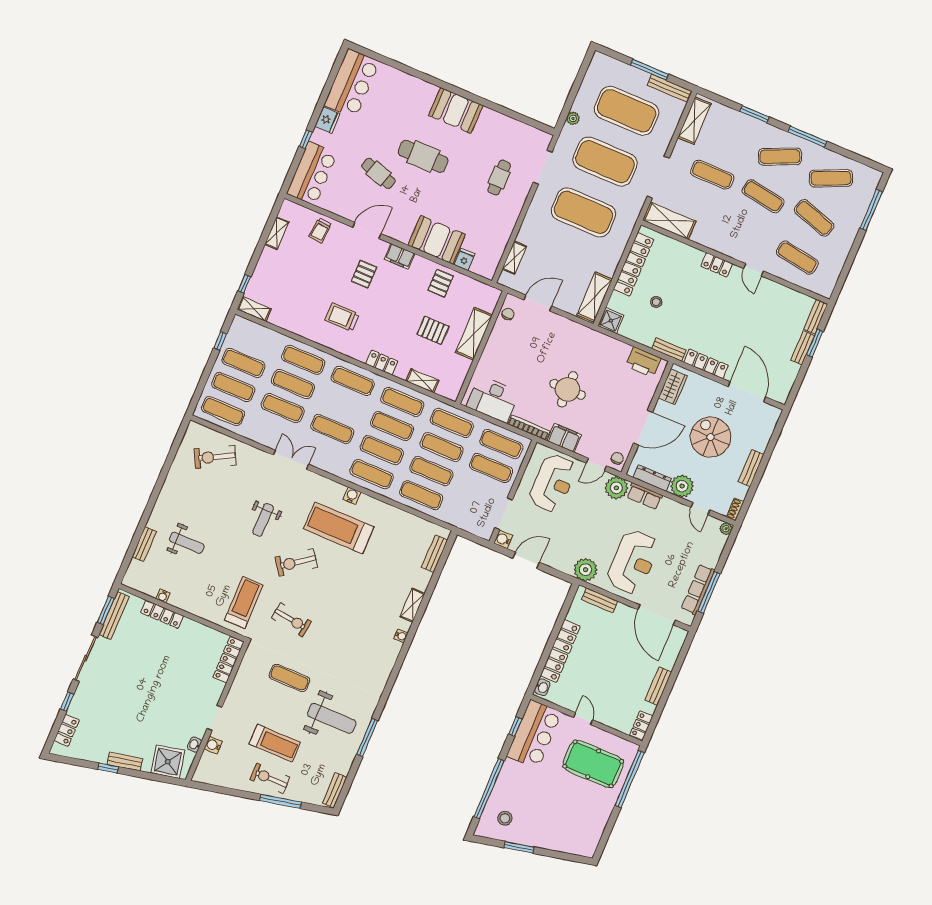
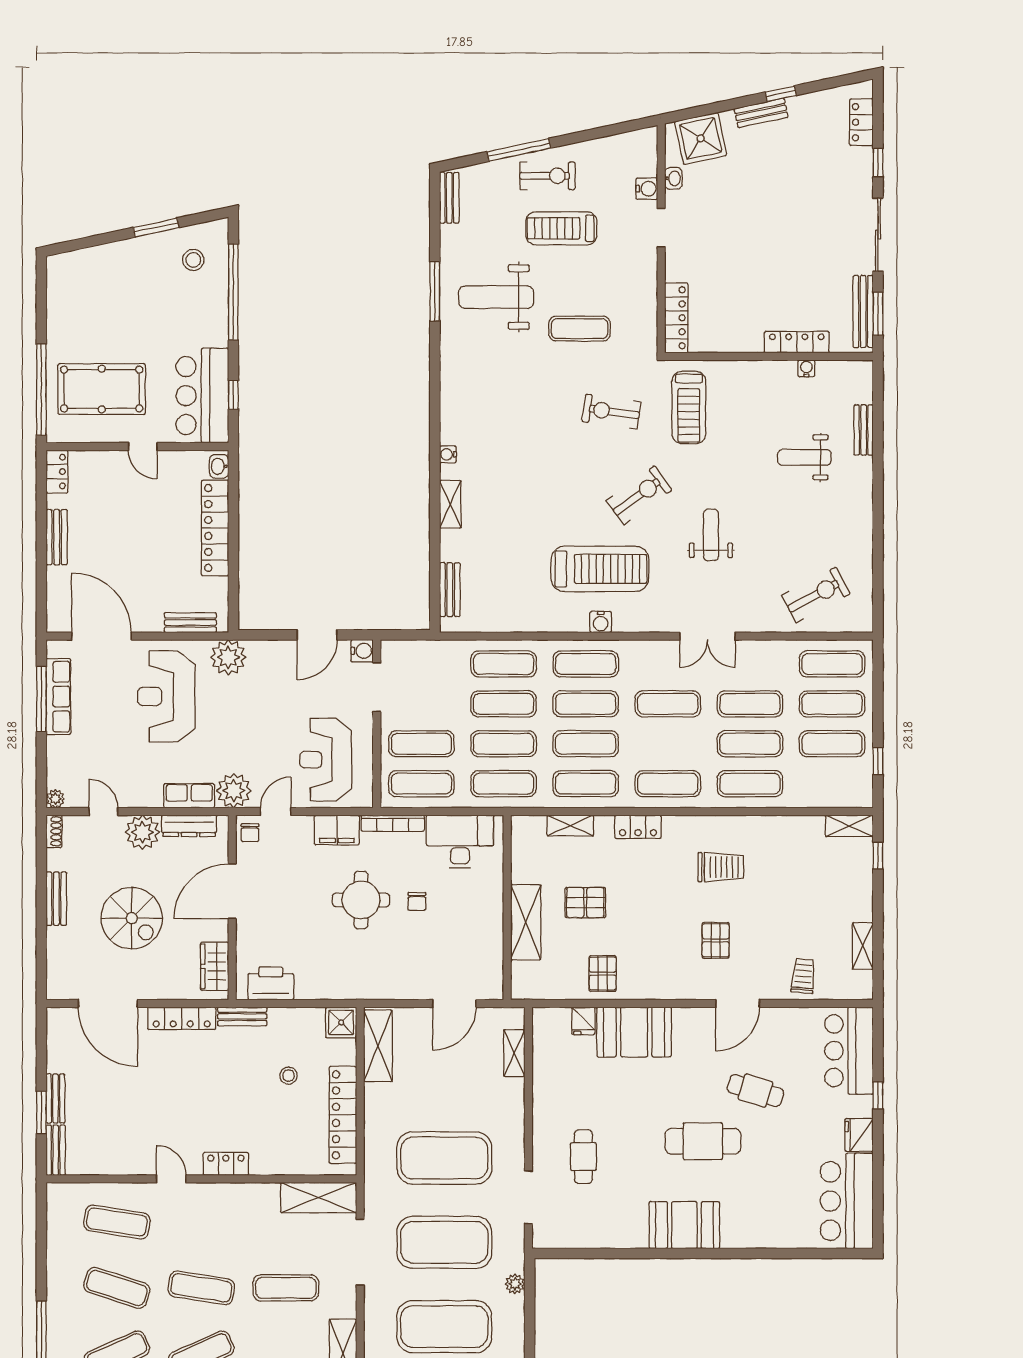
filing cabinet: (400, 256) -> (676, 987), removed
chair: (508, 314) -> (417, 901), moved

